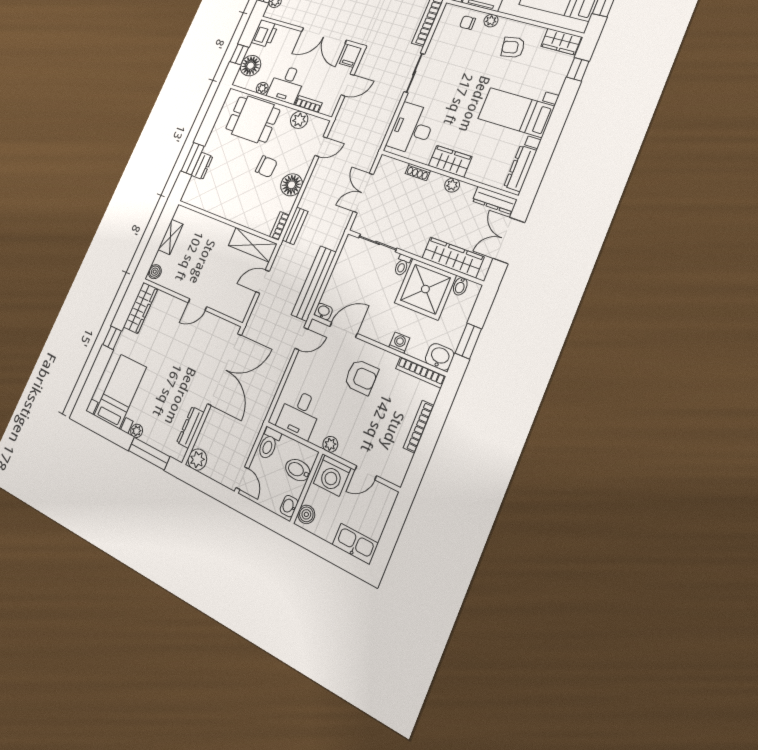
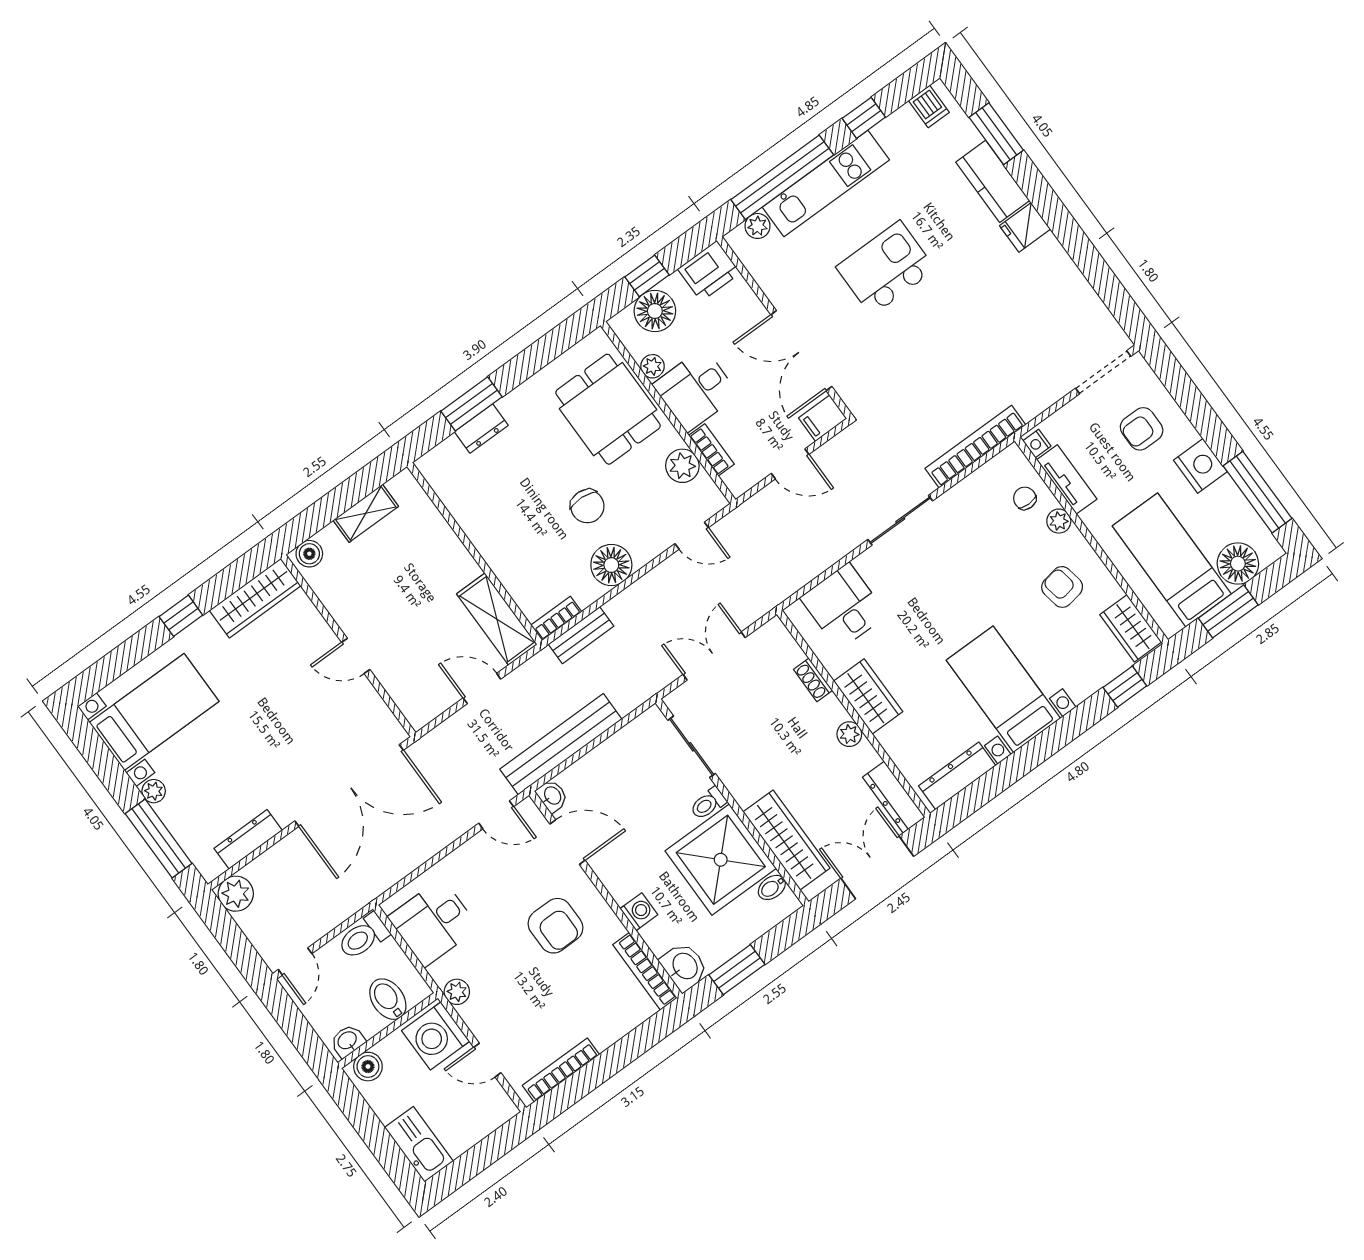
desk: (412, 129) -> (844, 606), width x0.73
bookcase: (419, 427) -> (561, 1070), moved

